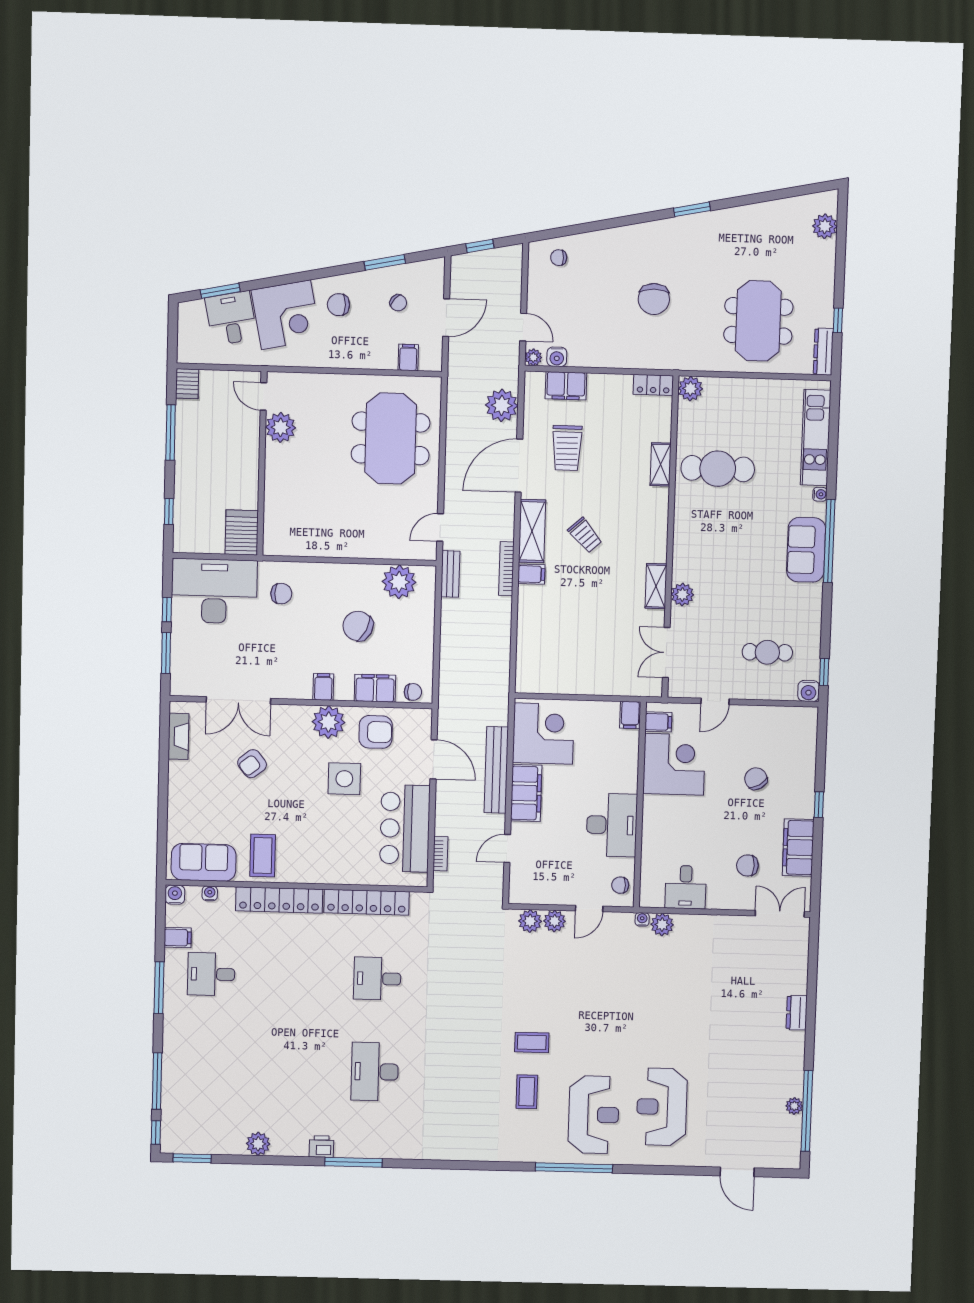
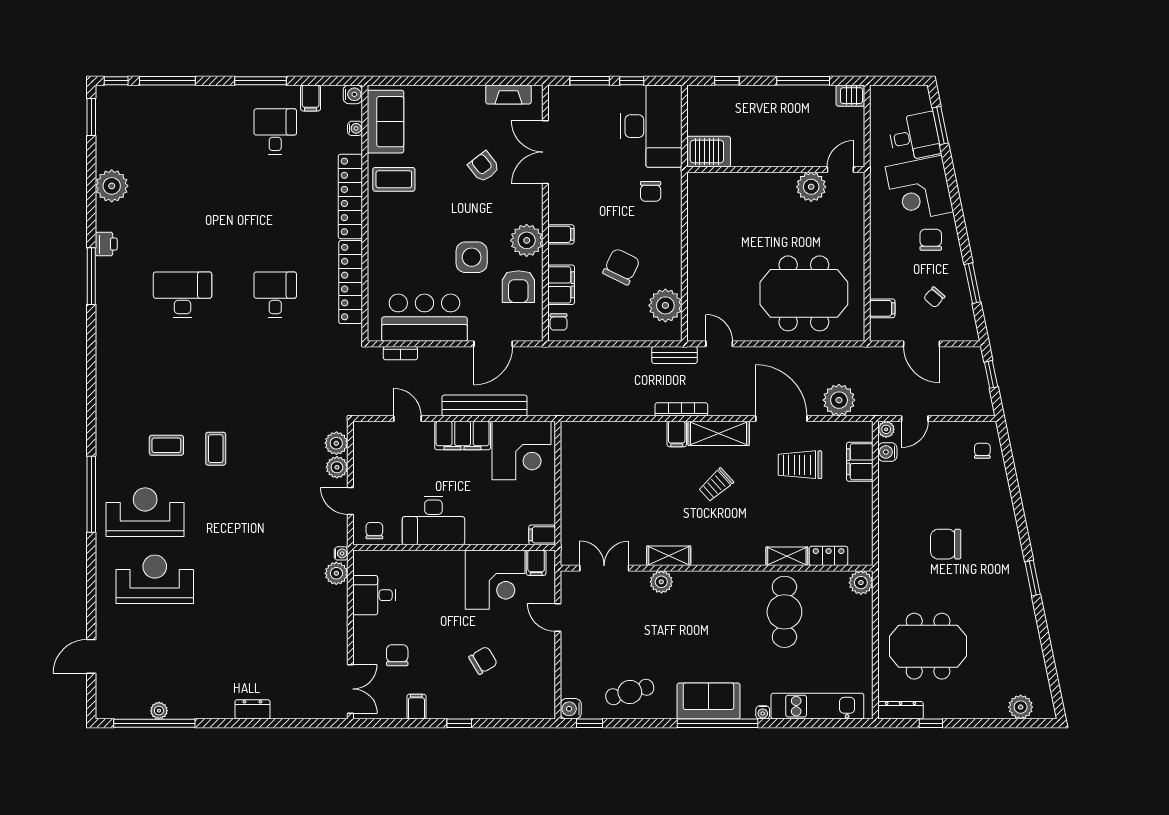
locker: (653, 385) -> (829, 556), moved, turned 90
cafe table: (767, 652) -> (630, 692), moved, turned 74
filing cabinet: (798, 847) -> (416, 707), width x0.33, depth x0.86
reception desk: (594, 1115) -> (145, 512), turned 180
plant: (258, 1144) -> (112, 186), width x1.36, depth x1.36

